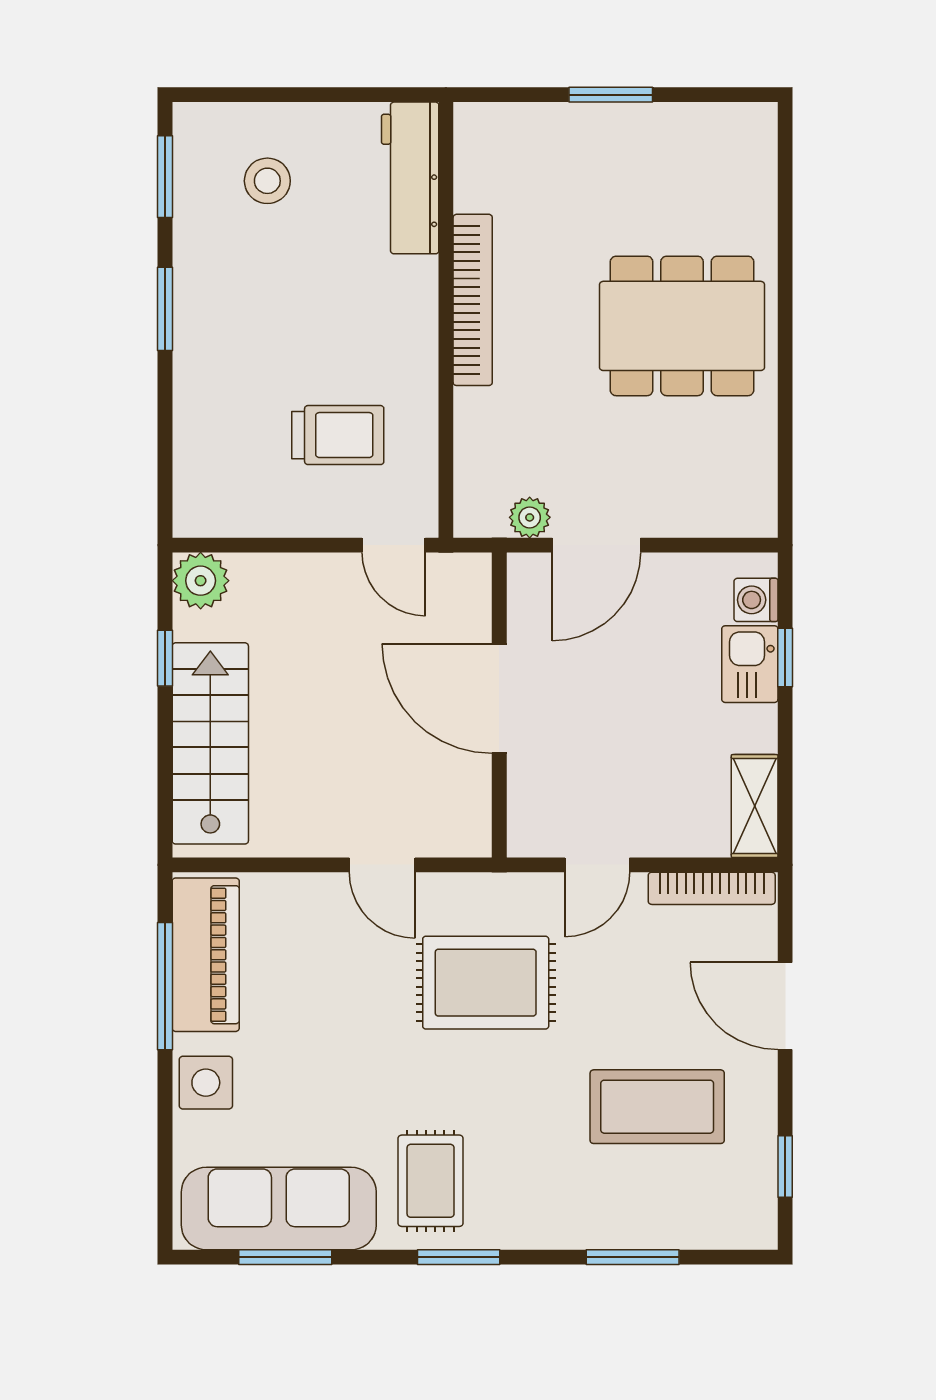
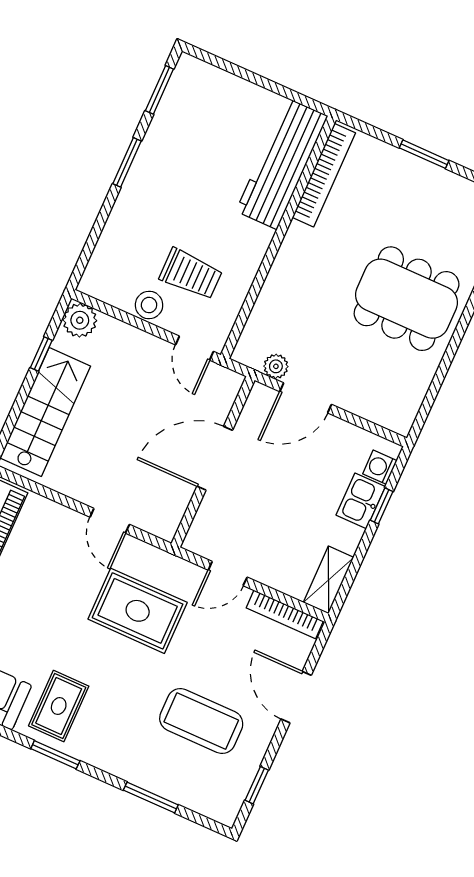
workbench: (410, 178) -> (282, 164), width x1.36, depth x1.32
stool: (267, 181) -> (149, 305), moved
bookcase: (473, 300) -> (324, 175), moved
door: (499, 699) -> (215, 458), hinge flipped

